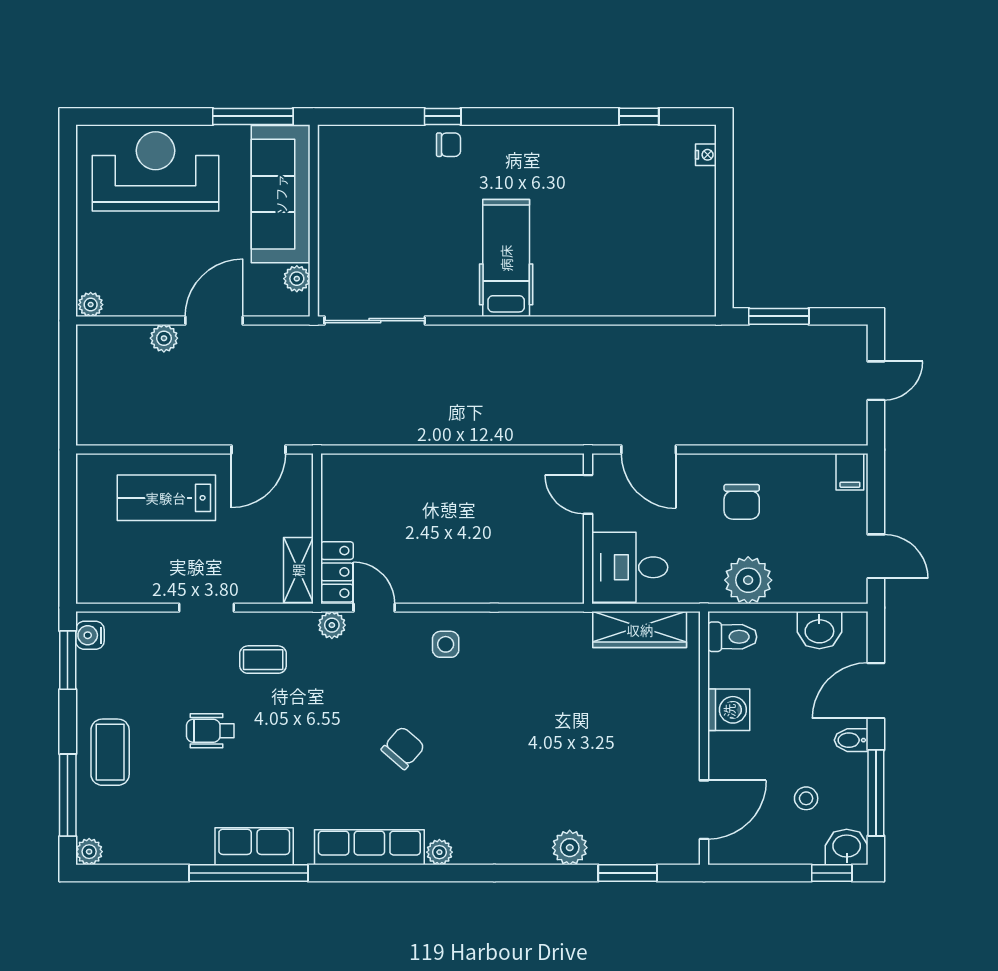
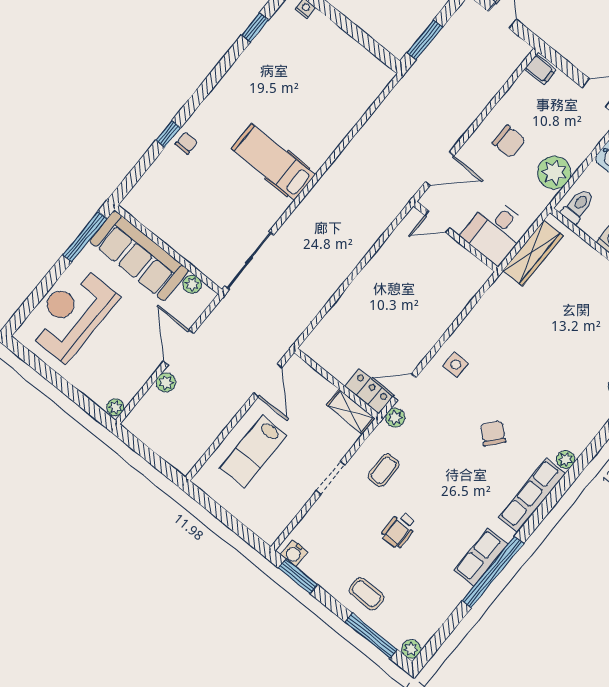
coffee table: (110, 752) -> (366, 594), width x0.73, depth x0.77

